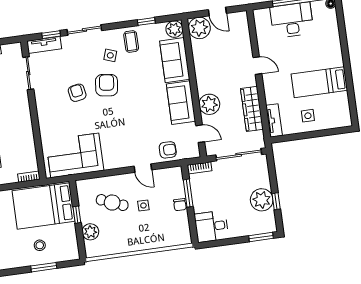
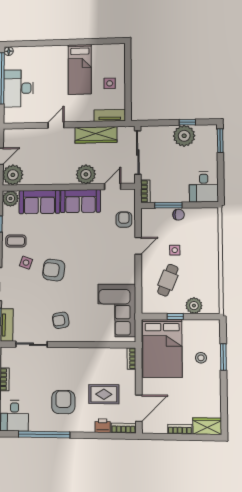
armchair: (77, 93) -> (61, 320), moved

